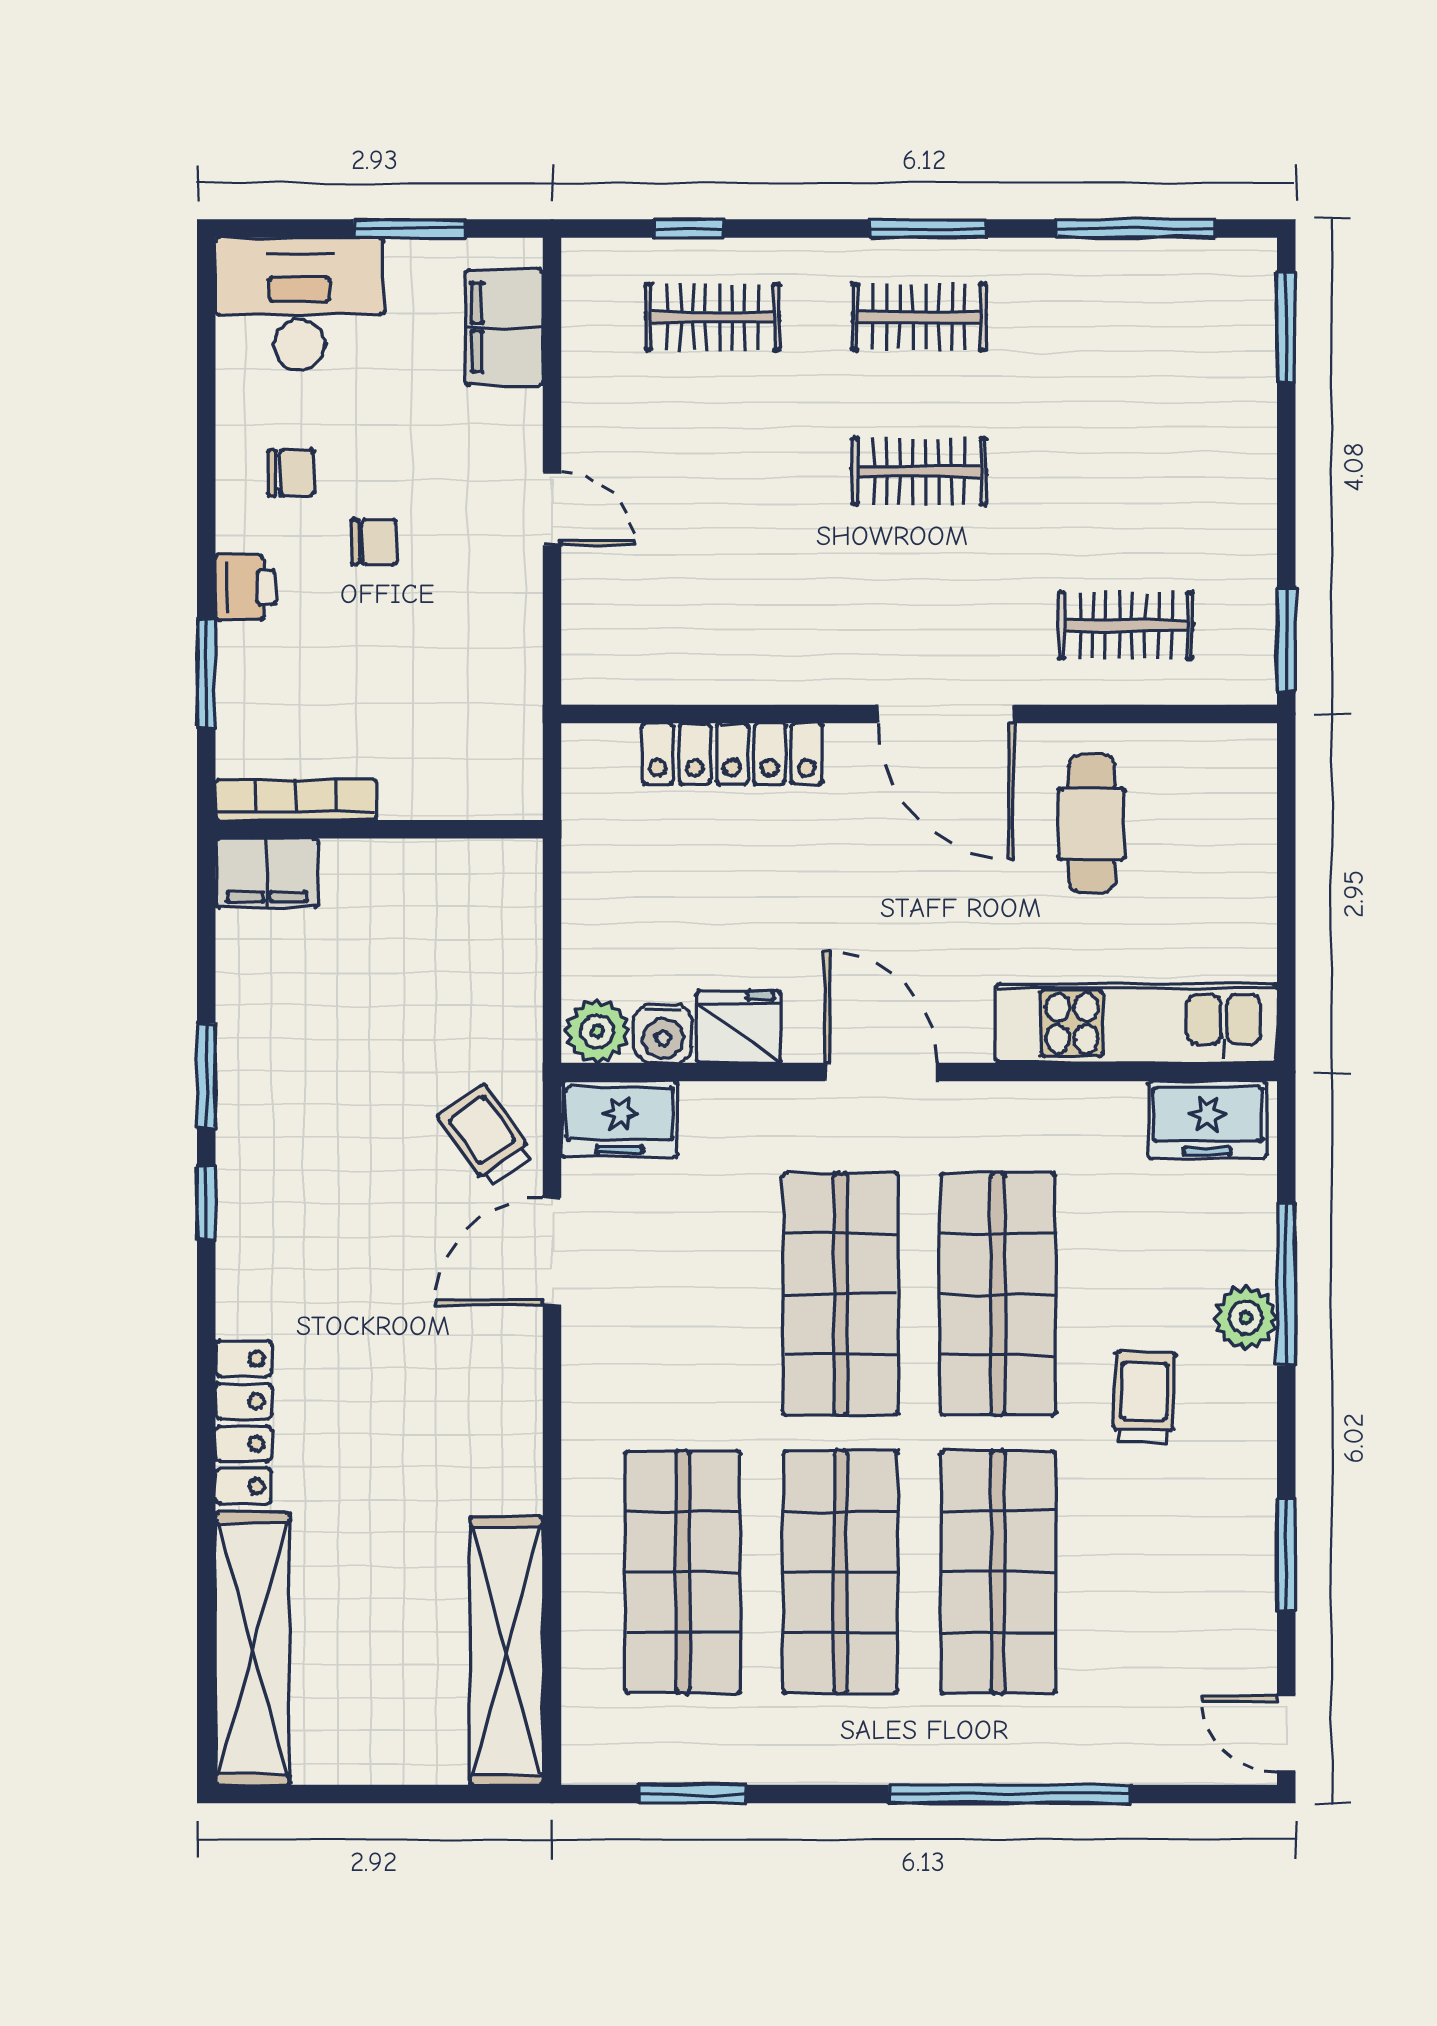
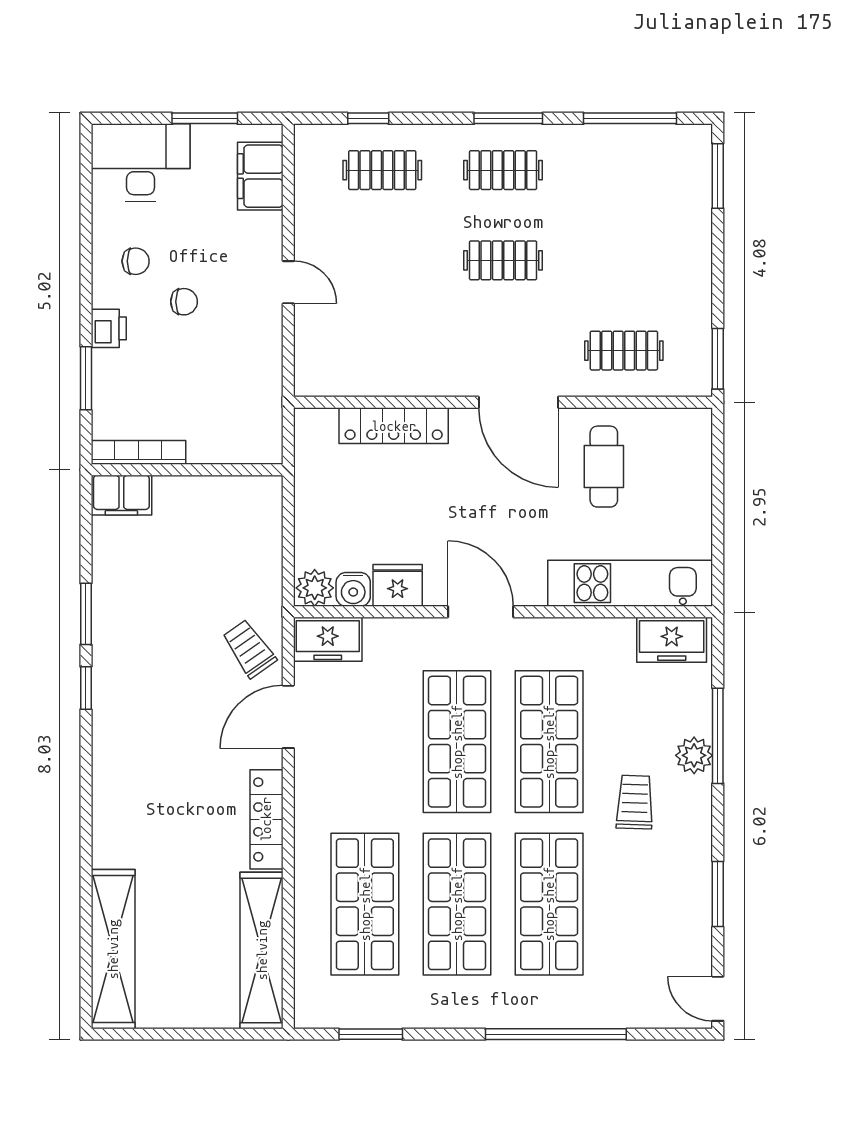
locker: (243, 1422) -> (266, 819), moved, turned 180

